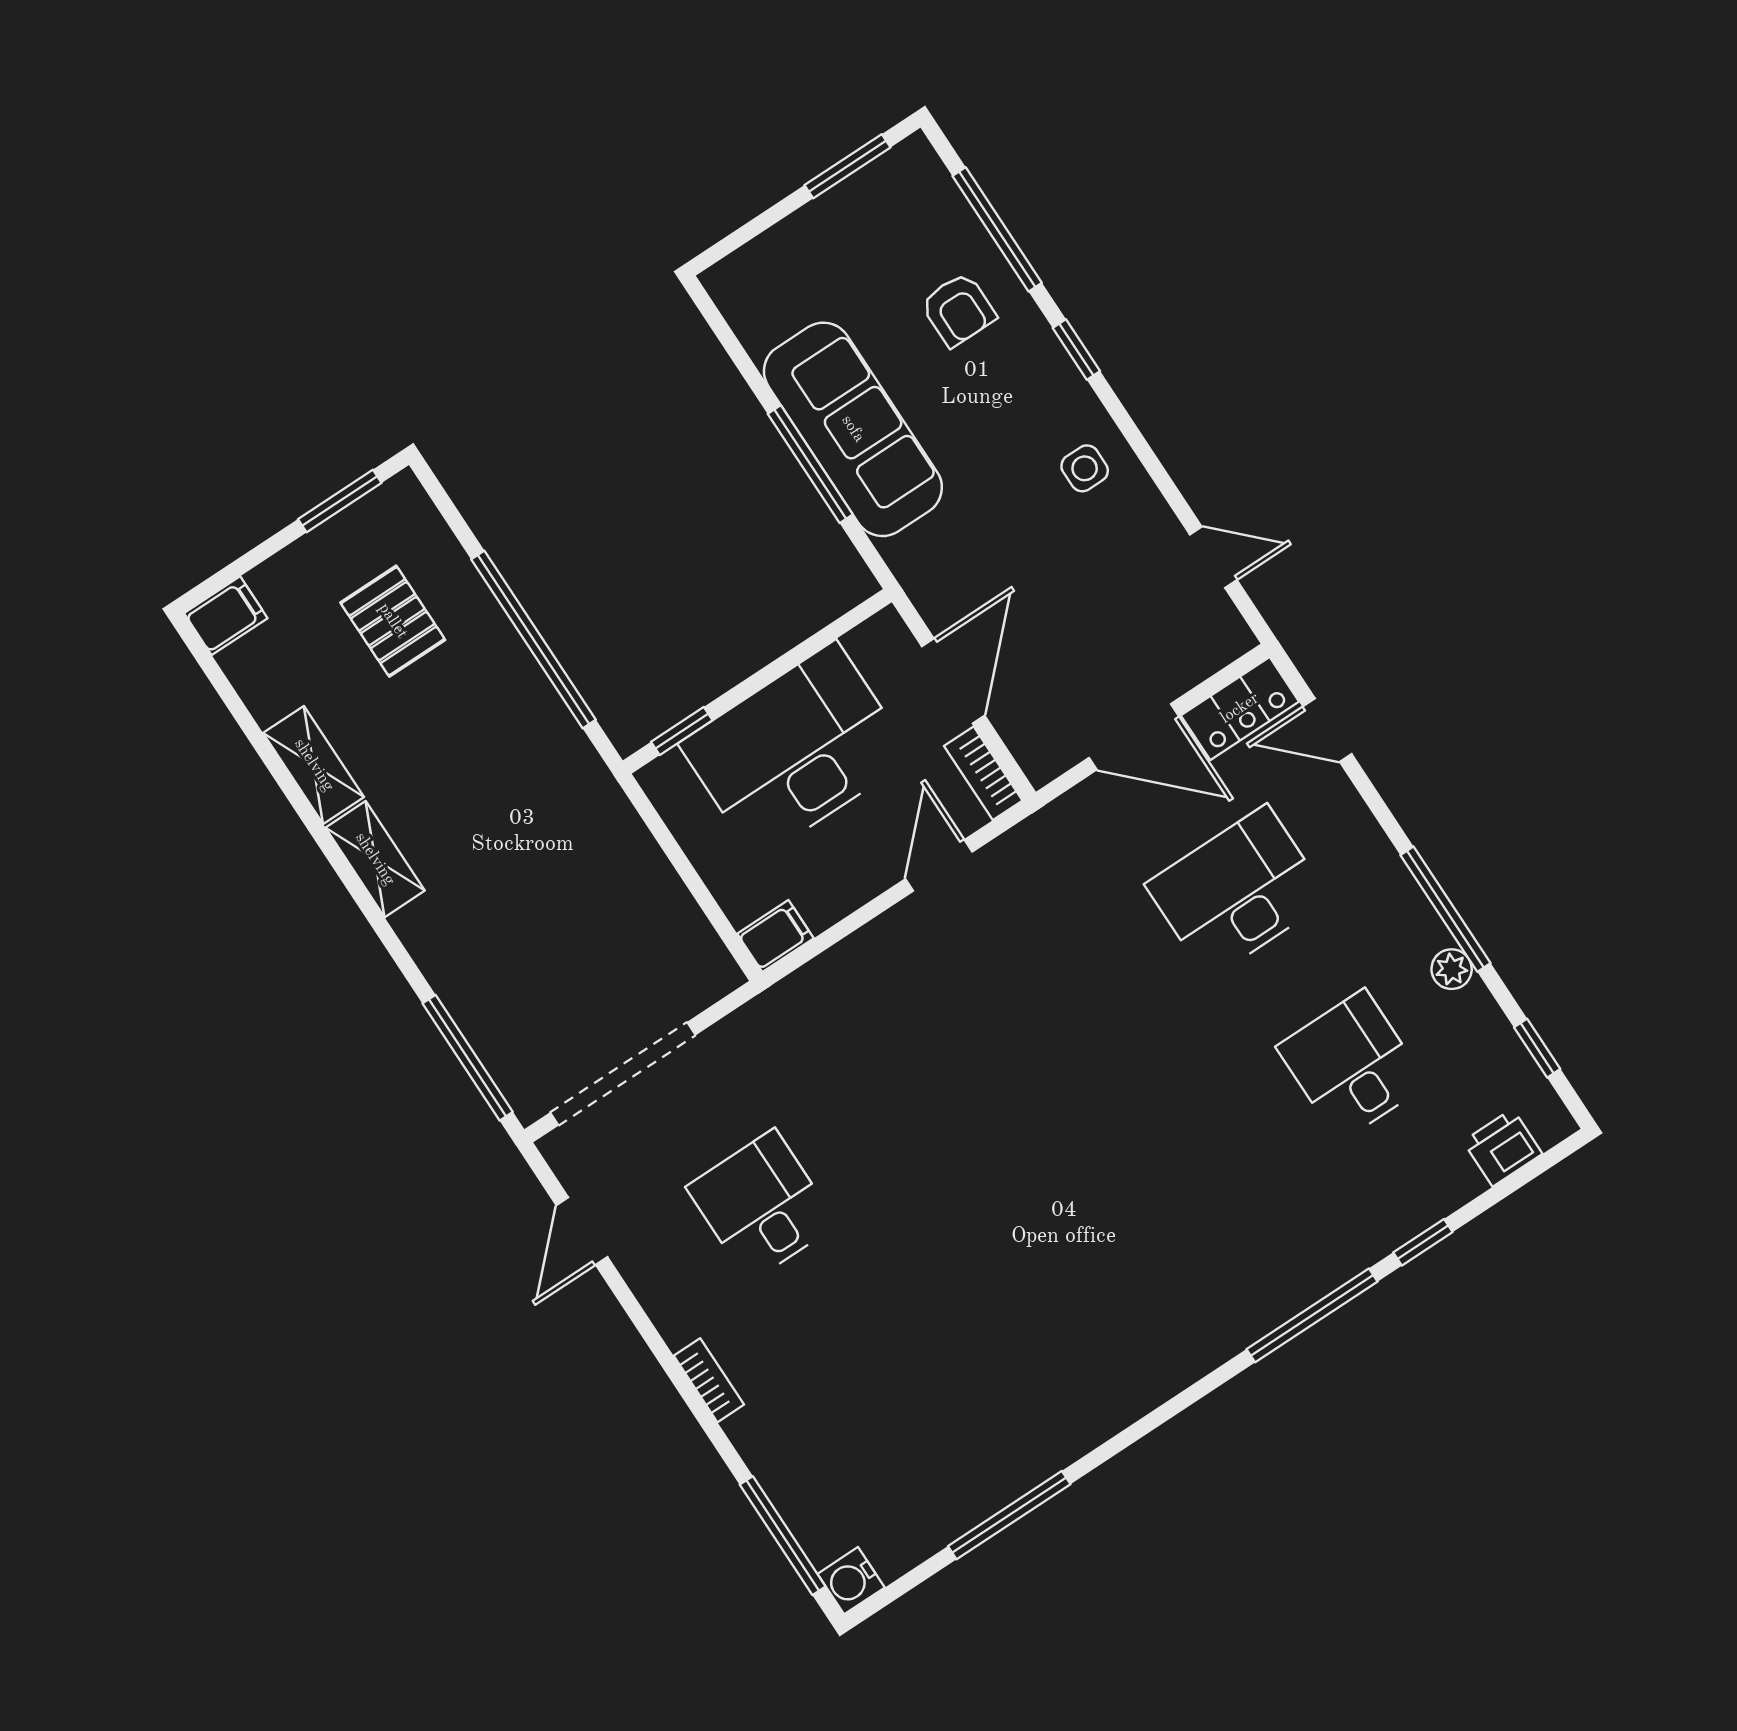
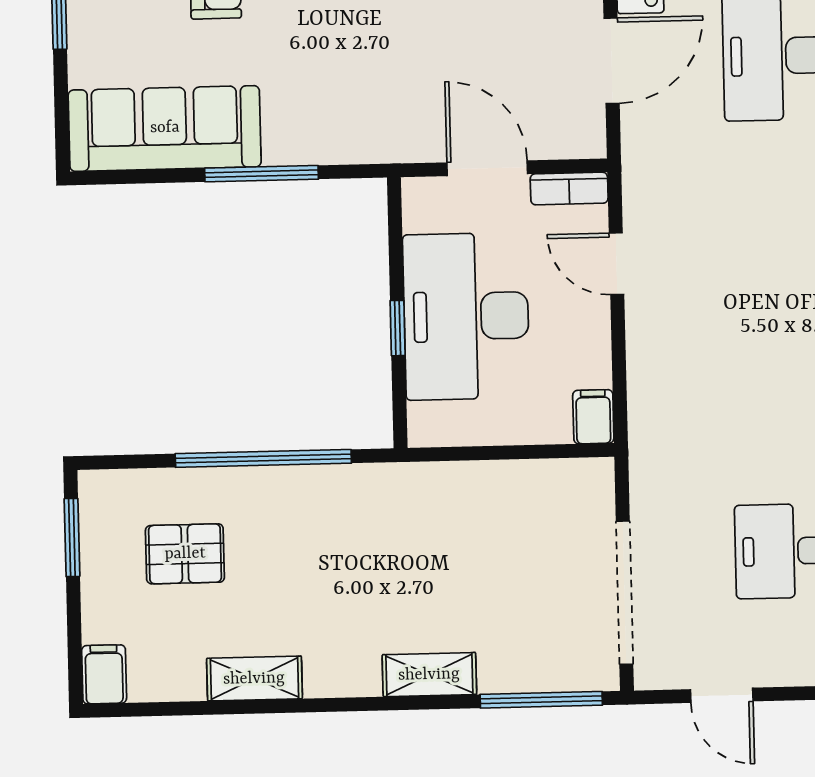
sofa: (853, 429) -> (165, 128), moved
window: (682, 731) -> (398, 328), moved
shelving: (375, 859) -> (429, 675), moved

